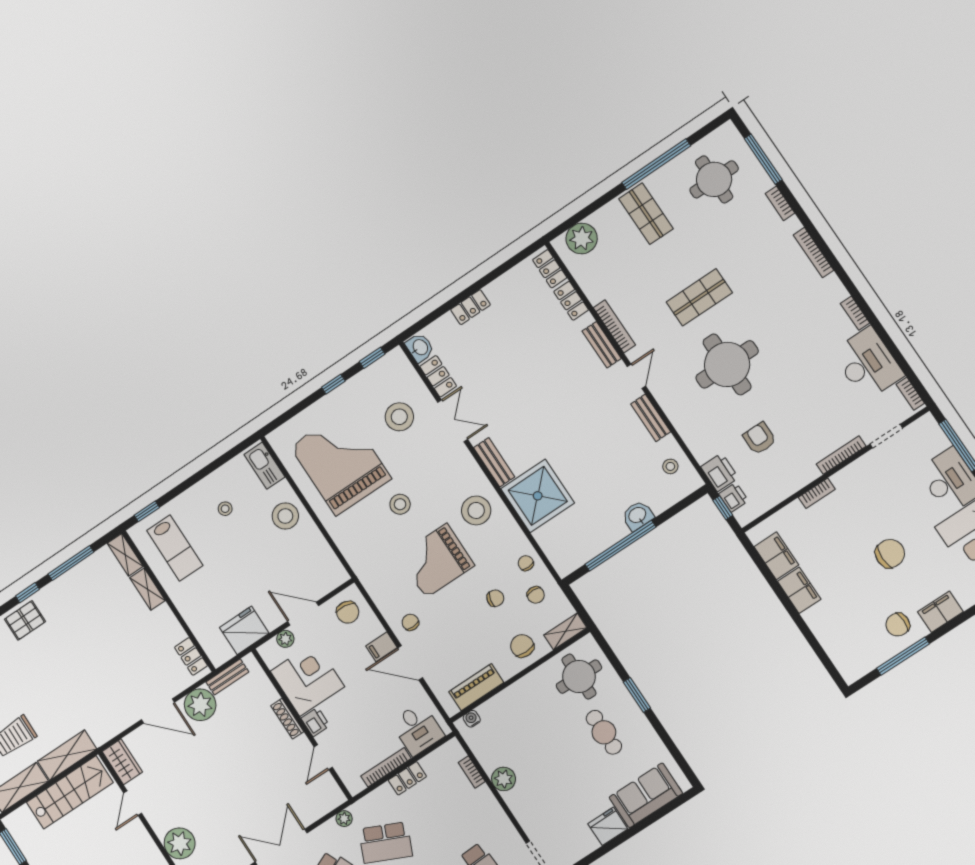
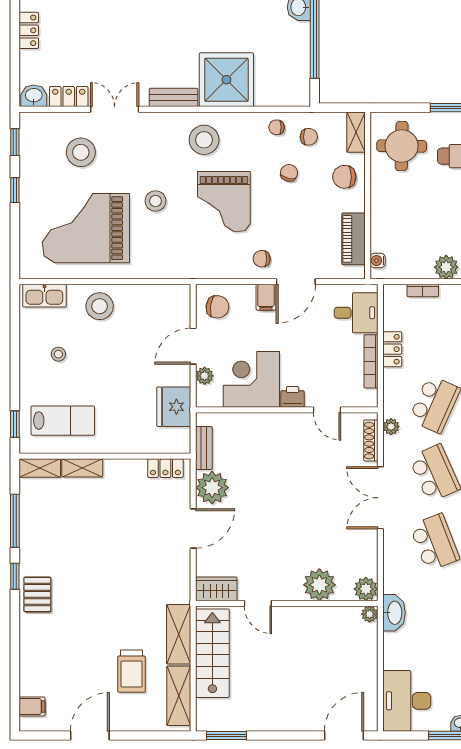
shoe rack: (287, 719) -> (371, 441), moved, turned 90

